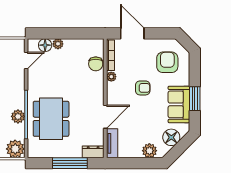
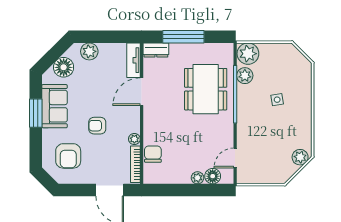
plant: (18, 116) -> (245, 76), moved

